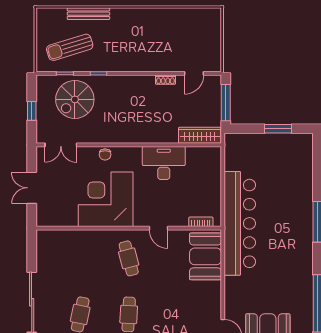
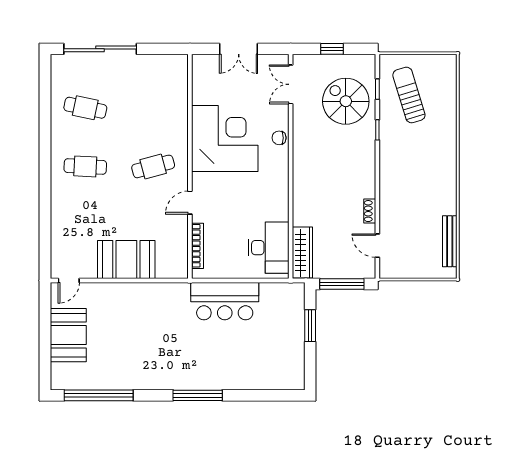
bench: (88, 14) -> (450, 241), moved
window: (278, 129) -> (310, 326), moved
desk: (164, 163) -> (269, 248), moved
double door: (32, 188) -> (239, 49), swing flipped
bookcase: (201, 222) -> (198, 246), width x1.56
bar counter: (240, 223) -> (225, 301), width x0.54
booth: (206, 256) -> (126, 260), moved

